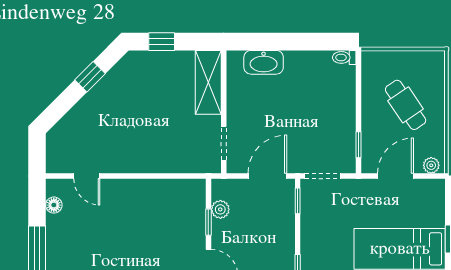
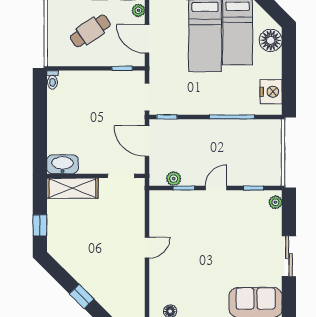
washbasin: (264, 62) -> (62, 164), moved, turned -90
window: (90, 77) -> (82, 296), moved
door: (87, 176) -> (147, 248), moved

